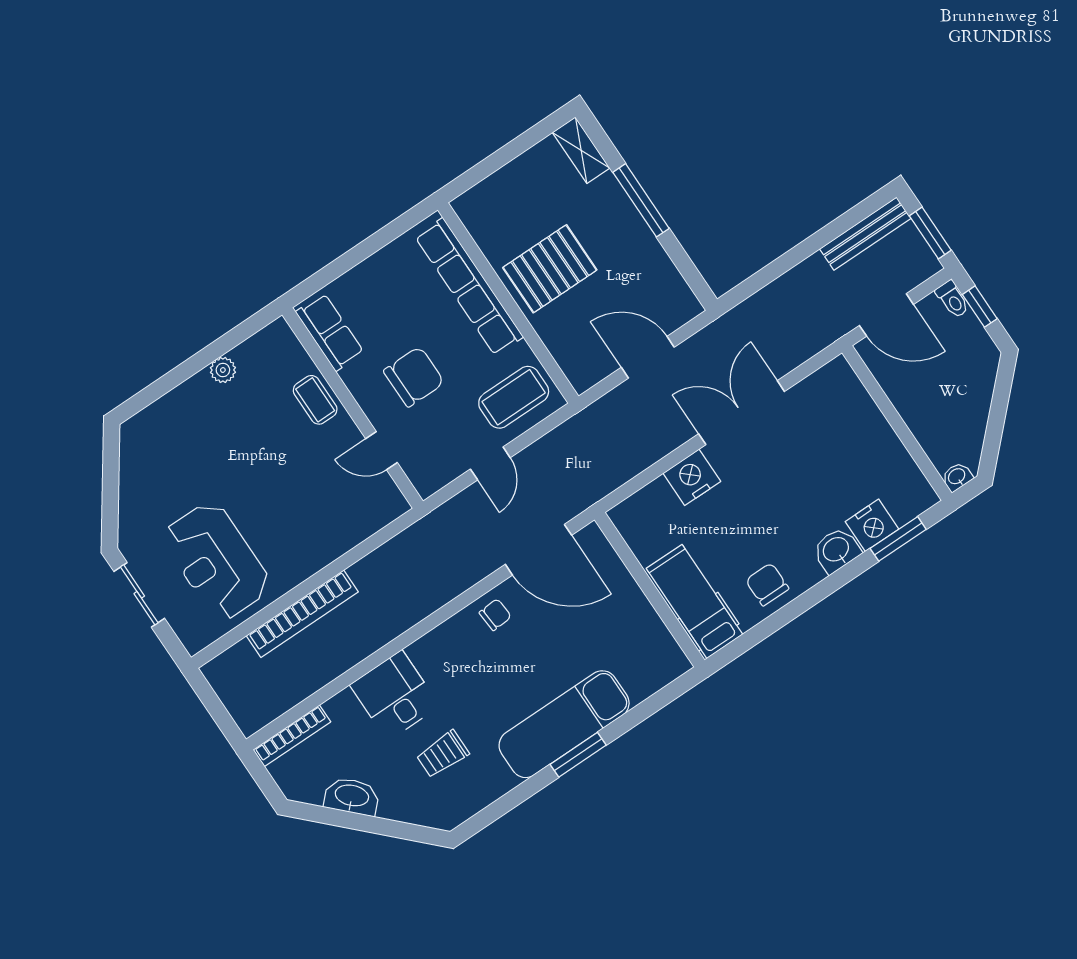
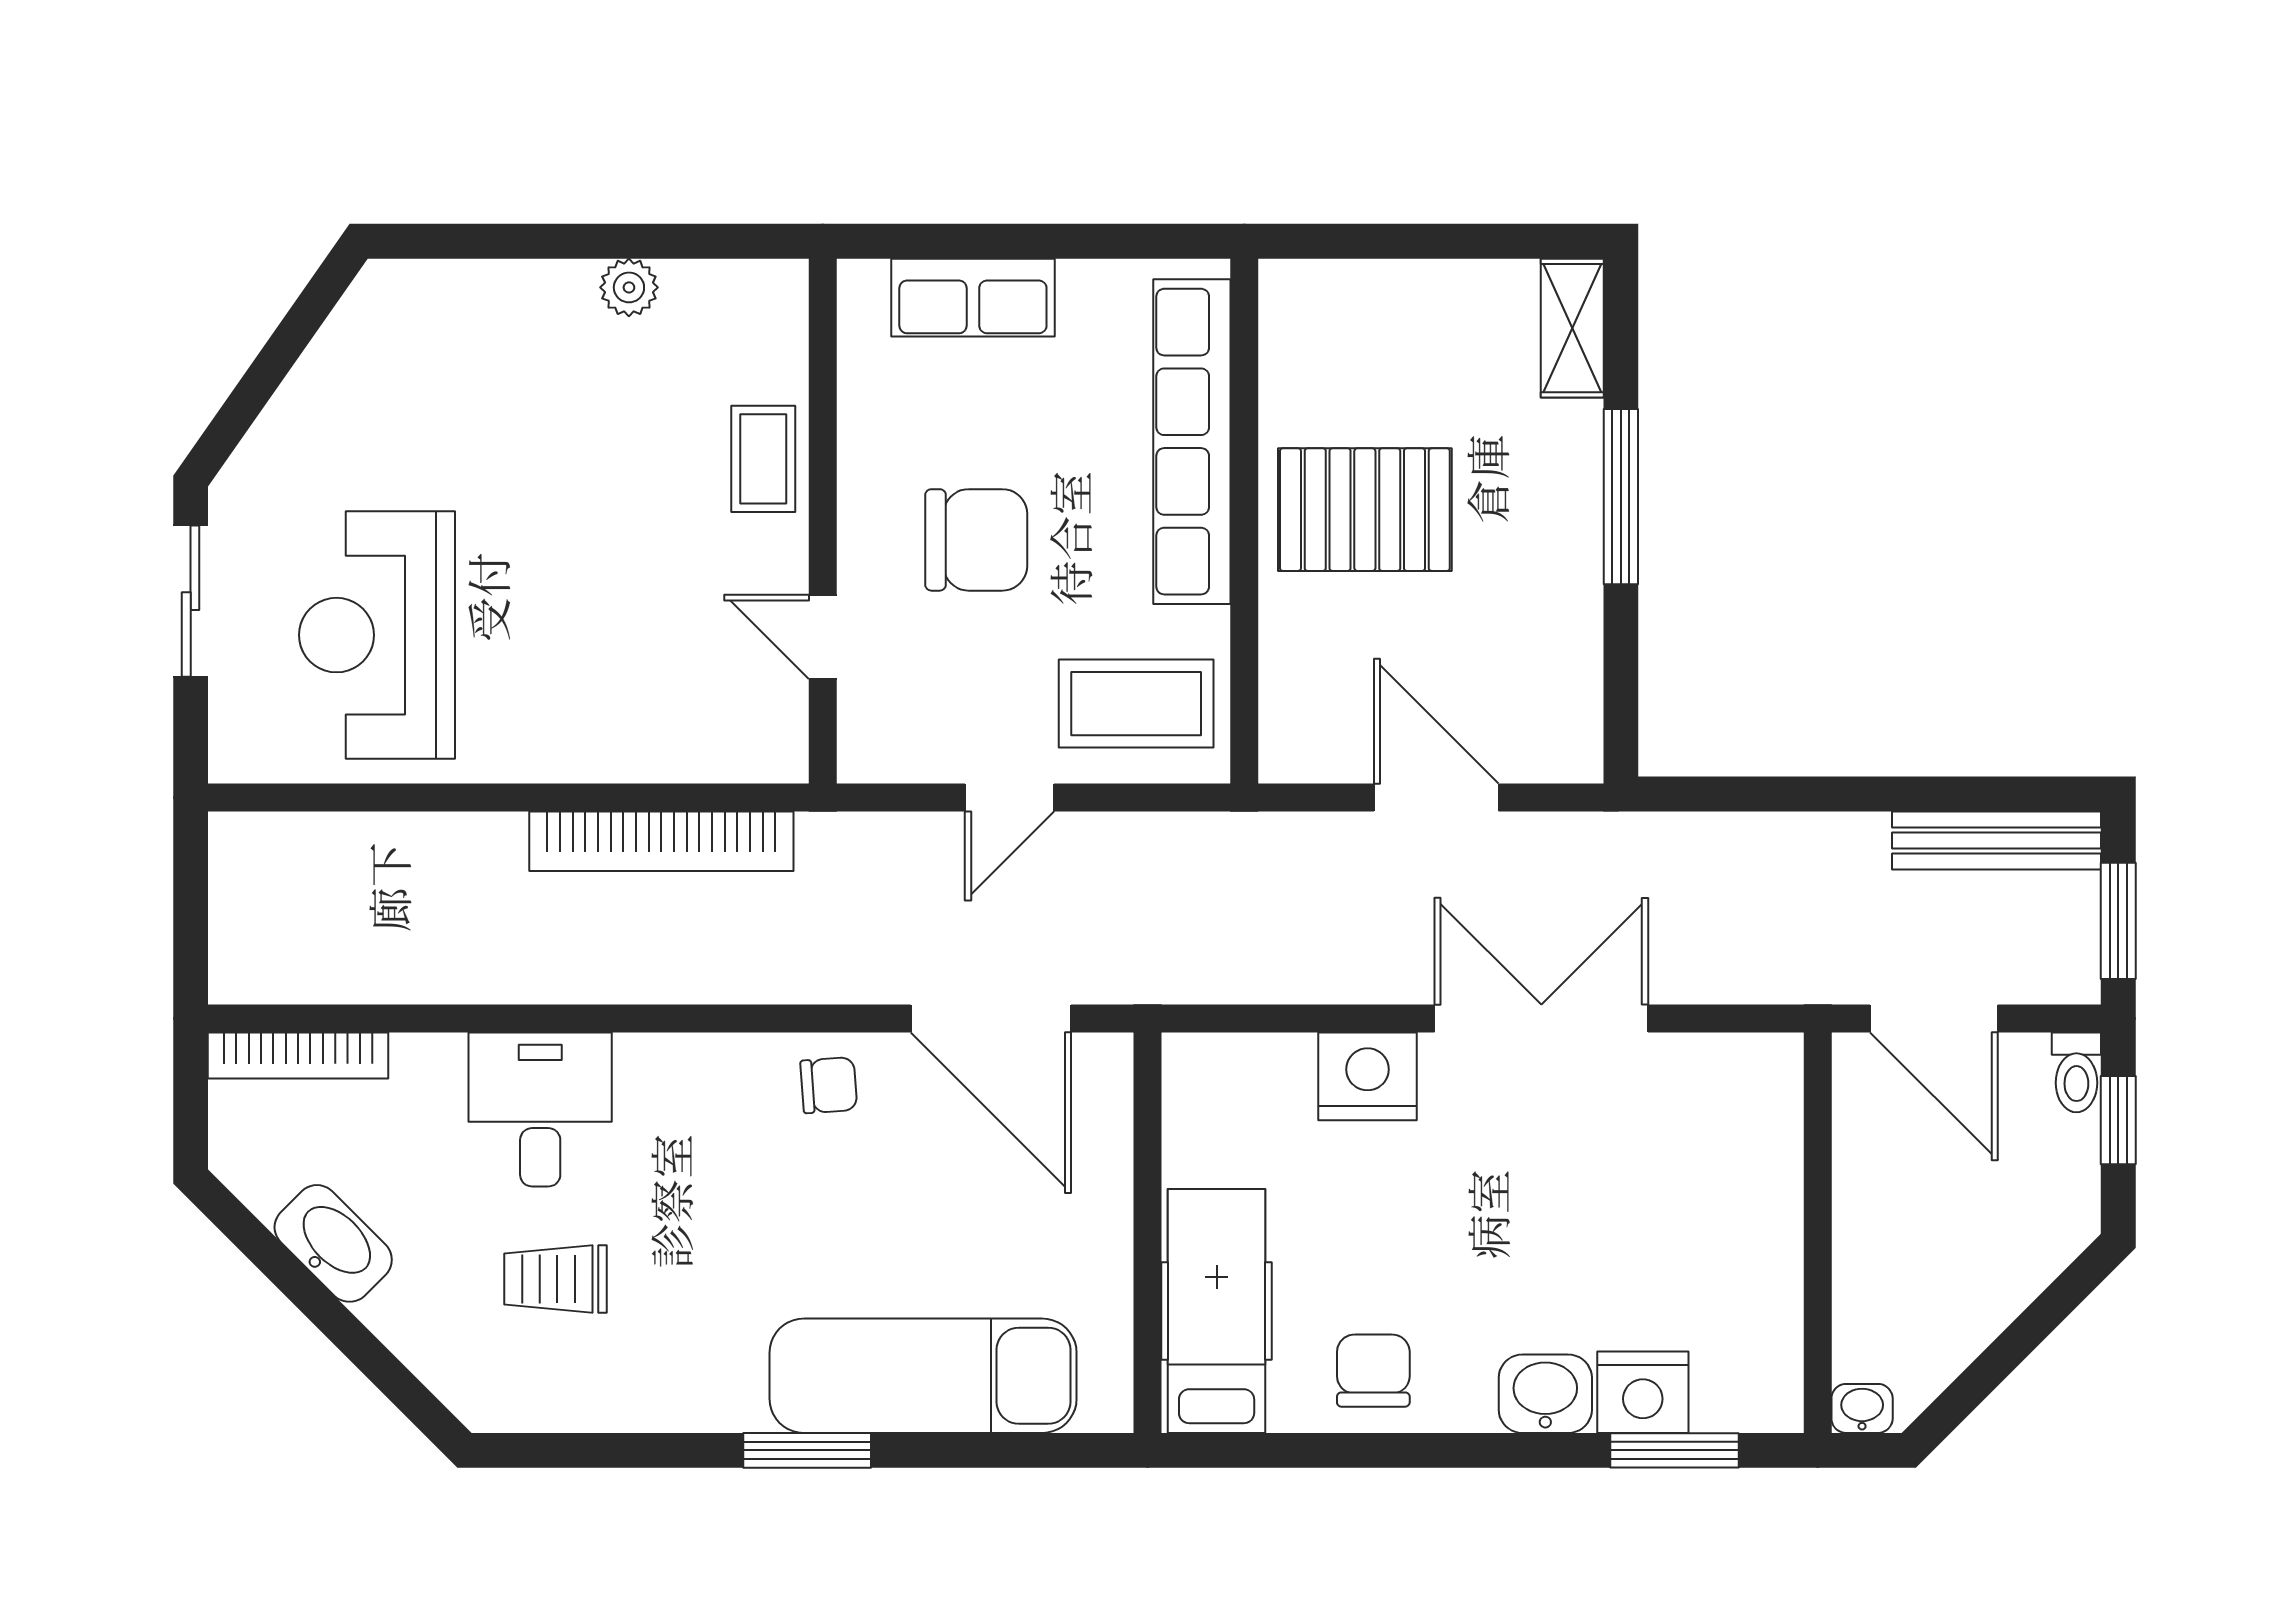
row of seats: (330, 332) -> (973, 298), moved, turned 90
bookcase: (302, 614) -> (661, 841), moved
exam couch: (564, 724) -> (923, 1376), moved

